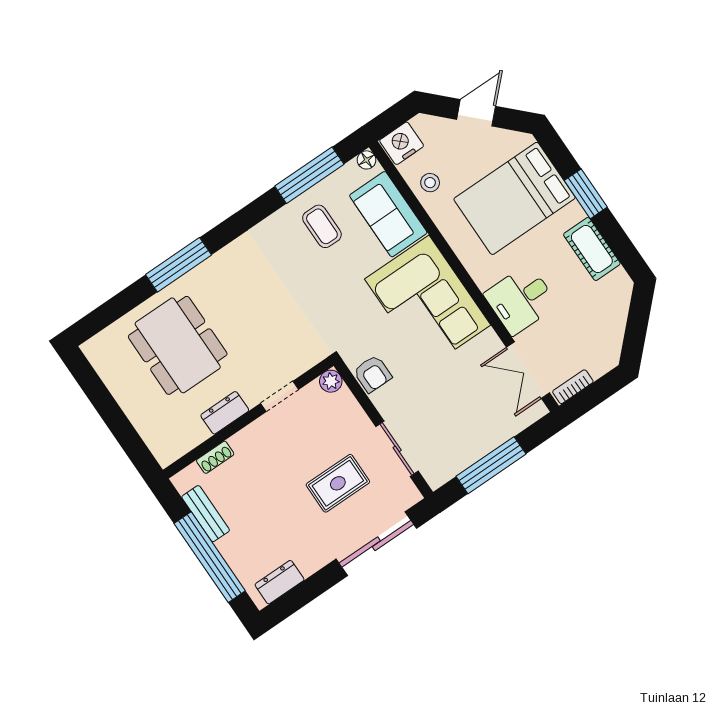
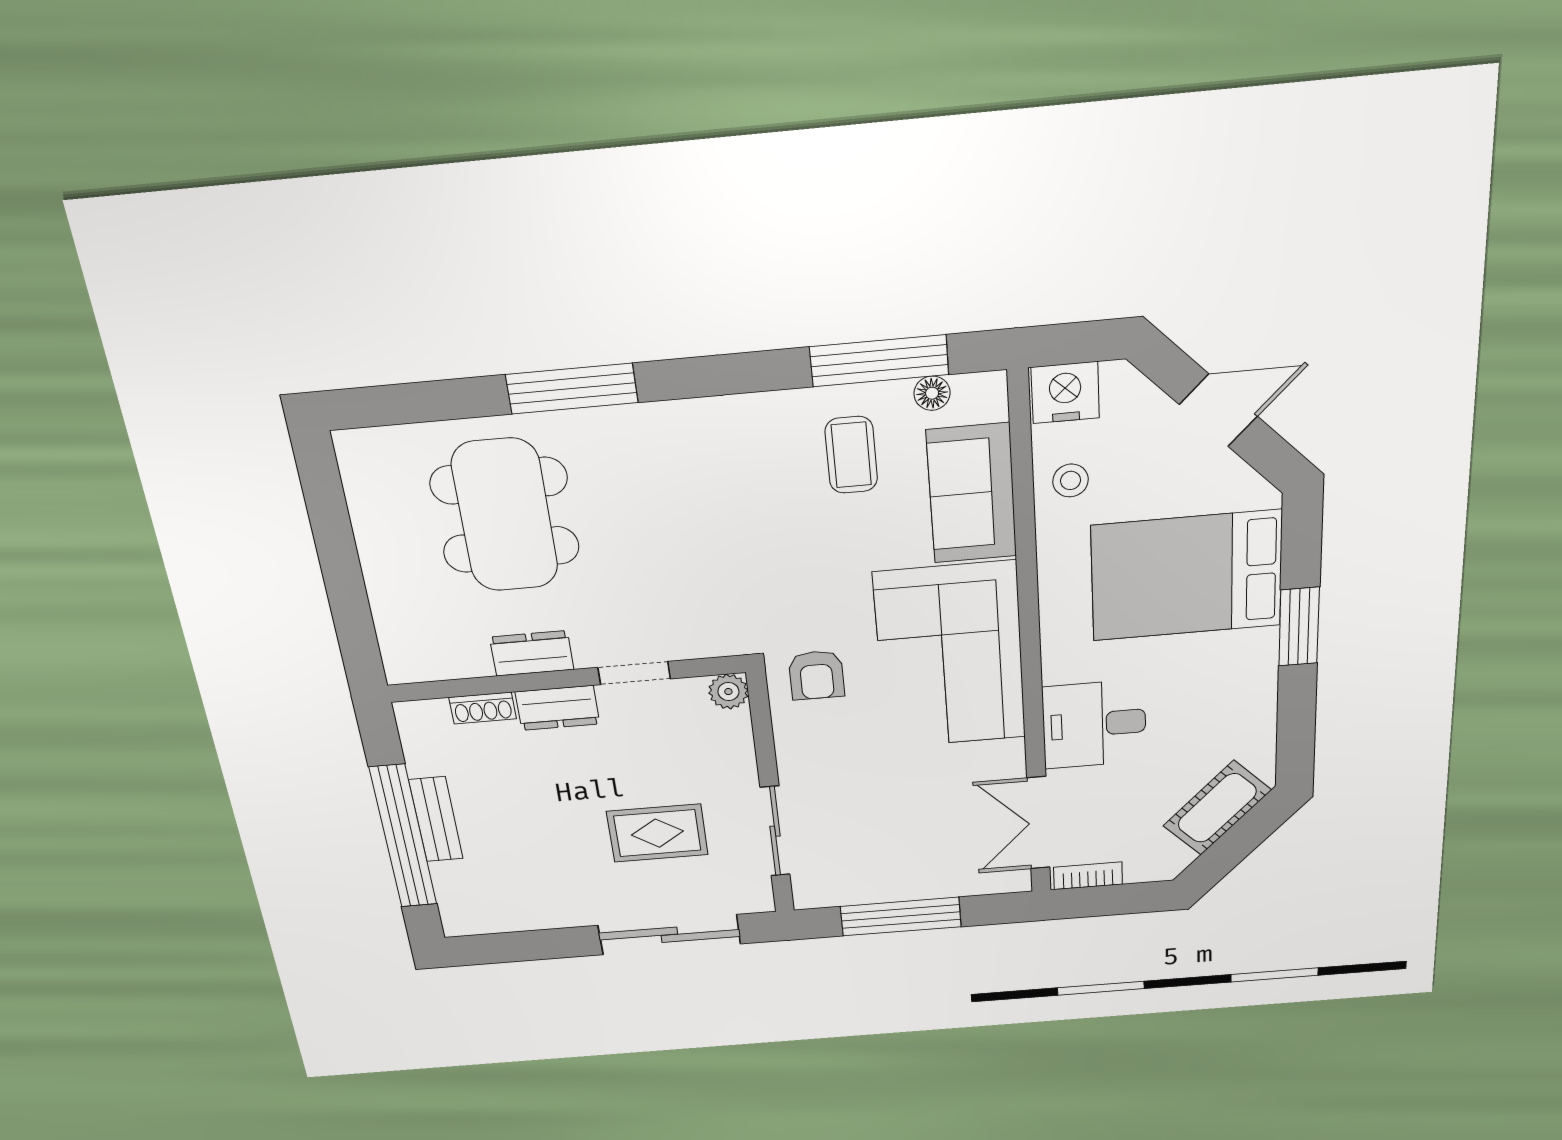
floor lamp: (367, 160) -> (932, 393), moved
cot: (592, 249) -> (1217, 808), moved, turned 45
armchair: (373, 374) -> (816, 675), moved
bench: (206, 514) -> (436, 819), moved
dresser: (280, 582) -> (558, 708), moved, turned 180

